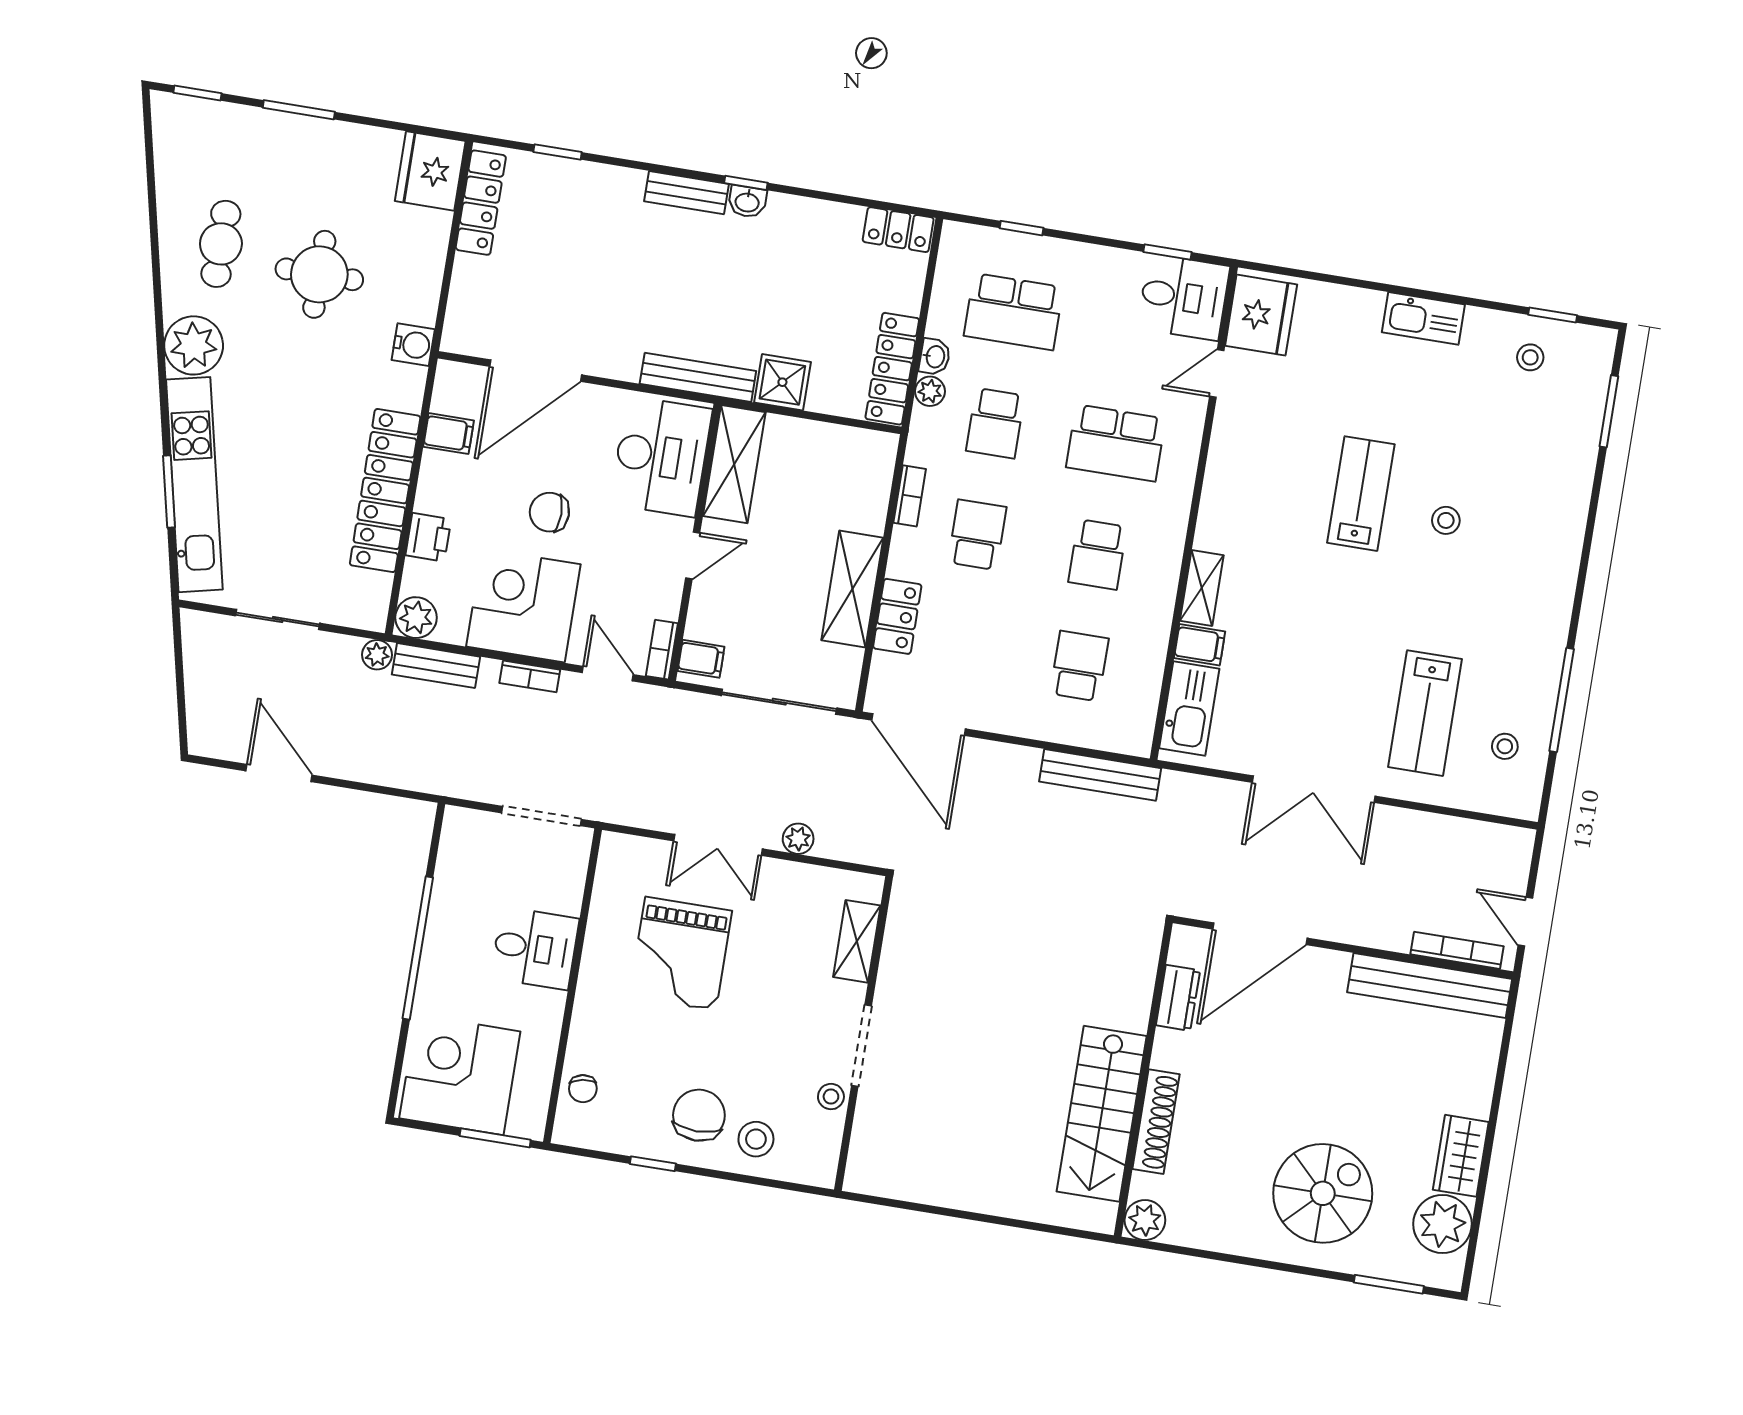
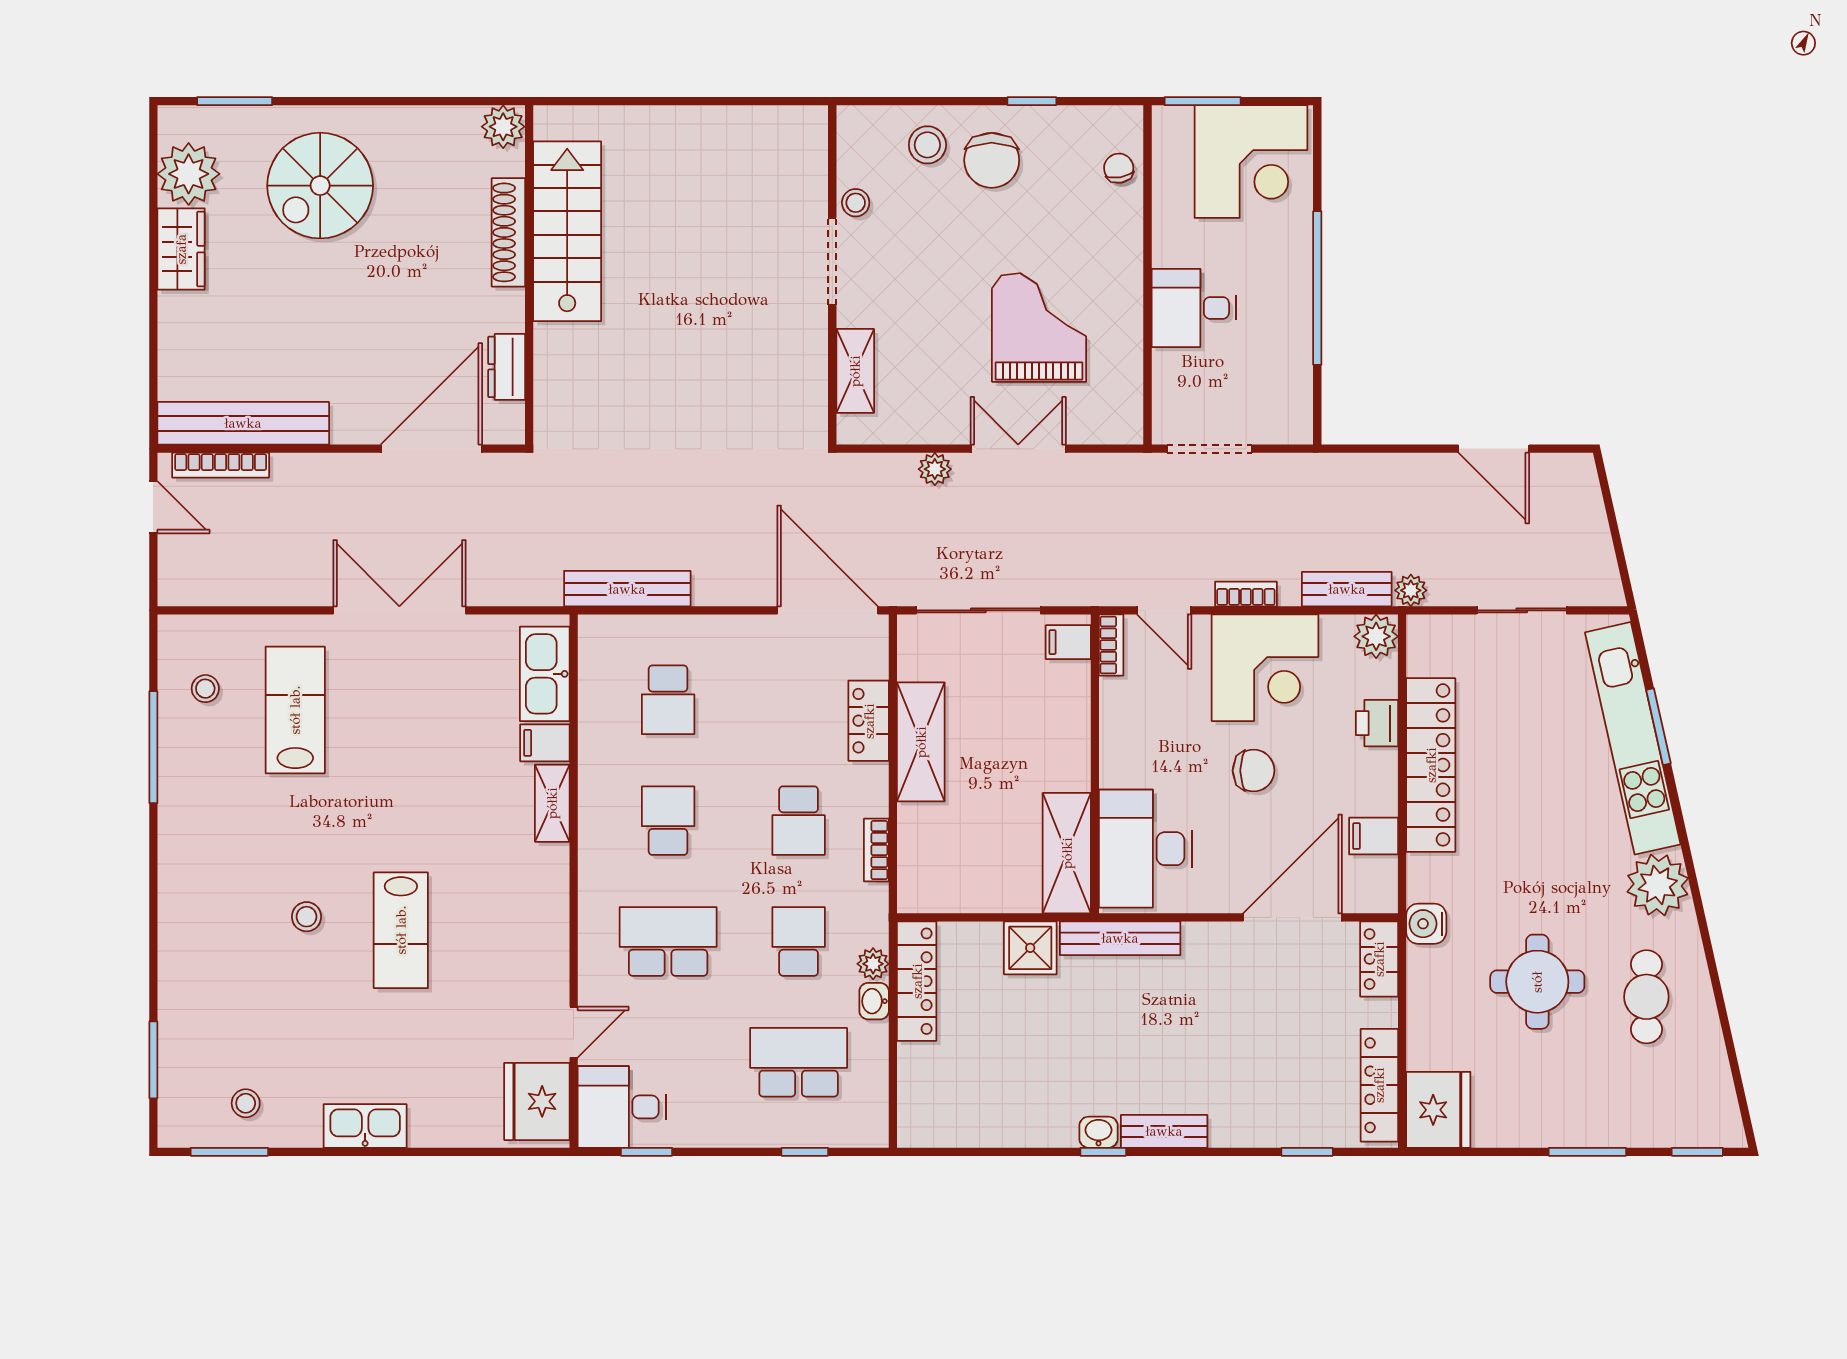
locker: (898, 230) -> (1379, 959), moved, turned -90
window: (1553, 315) -> (229, 1152), width x1.50
door: (693, 555) -> (1095, 750), removed

